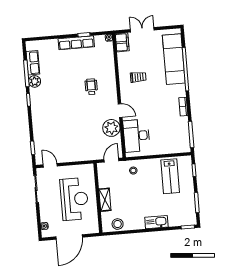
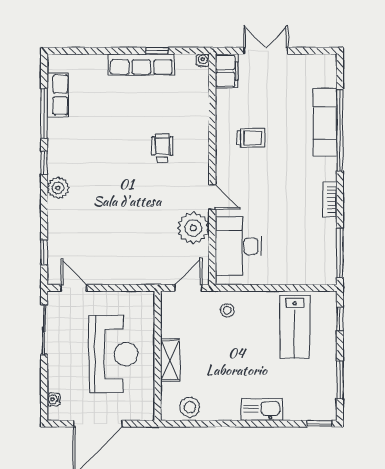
exam couch: (174, 59) -> (325, 122), width x0.73, depth x0.69
plant: (35, 81) -> (58, 188), moved

